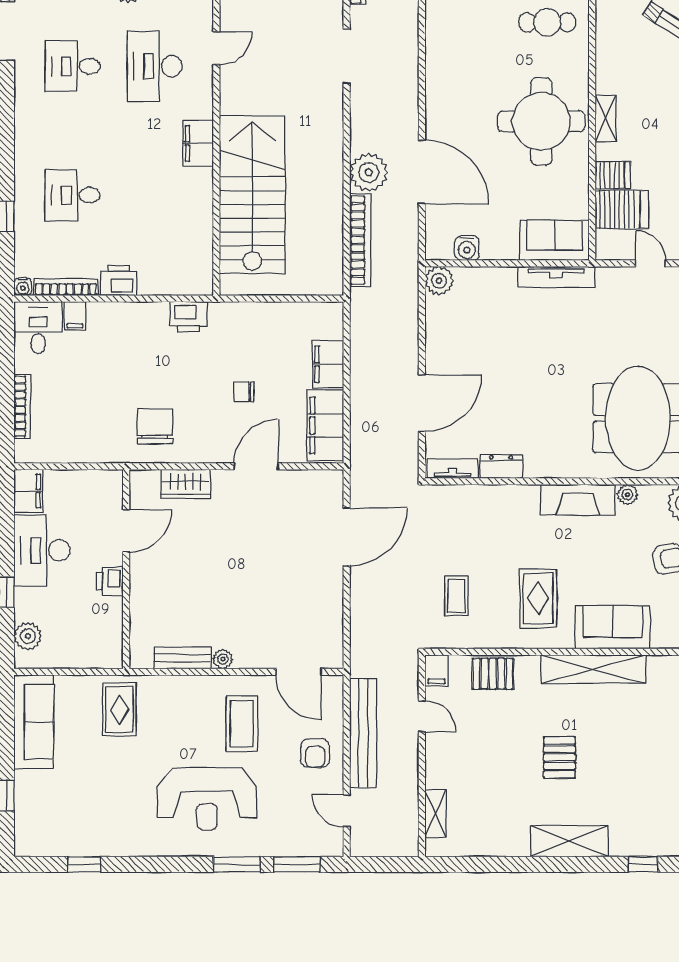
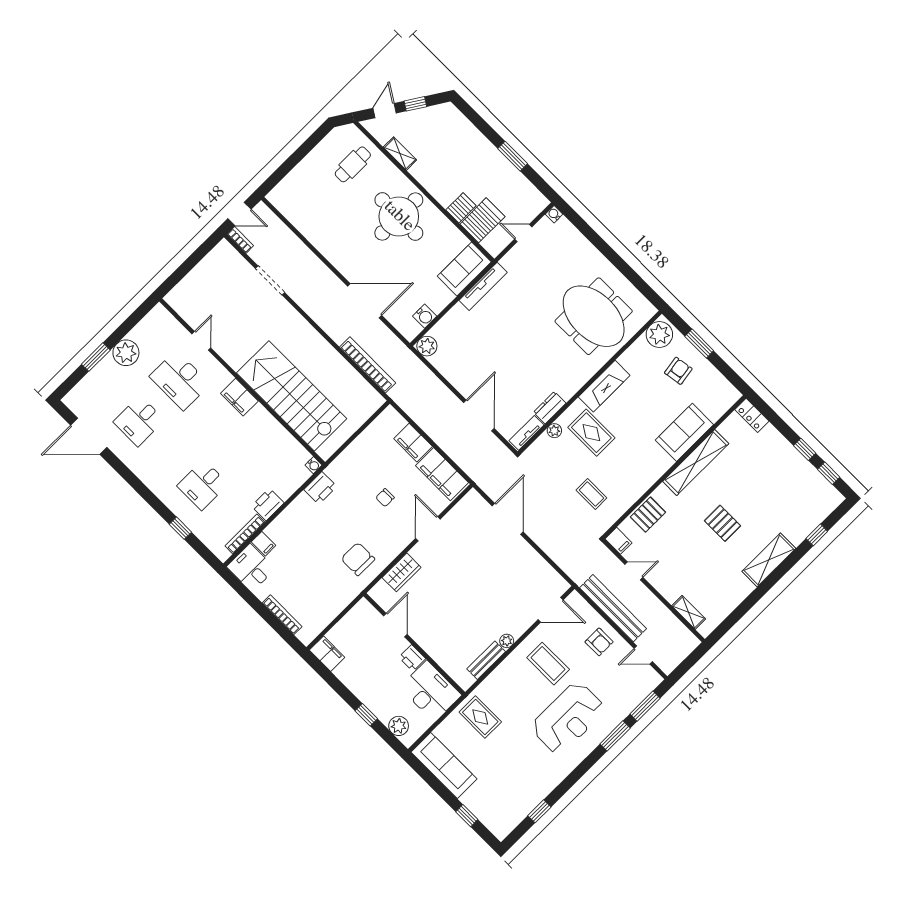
shelving: (606, 119) -> (400, 154), moved
plant: (369, 172) -> (338, 327), removed
water cooler: (23, 287) -> (314, 465), moved
plant: (627, 495) -> (554, 431), moved
desk: (42, 550) -> (431, 691), moved, turned 180
rug: (538, 598) -> (591, 433), moved

